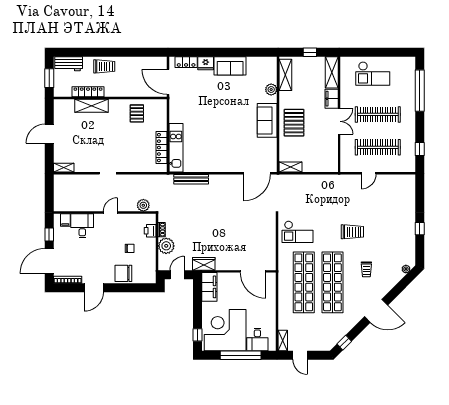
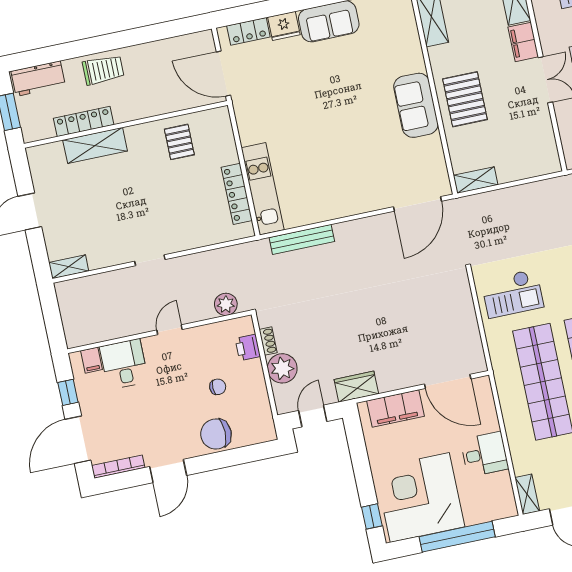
plant: (271, 90) -> (411, 48), removed
filing cabinet: (209, 287) -> (395, 409), moved, turned 90
desk: (257, 340) -> (484, 454), moved, turned -90

